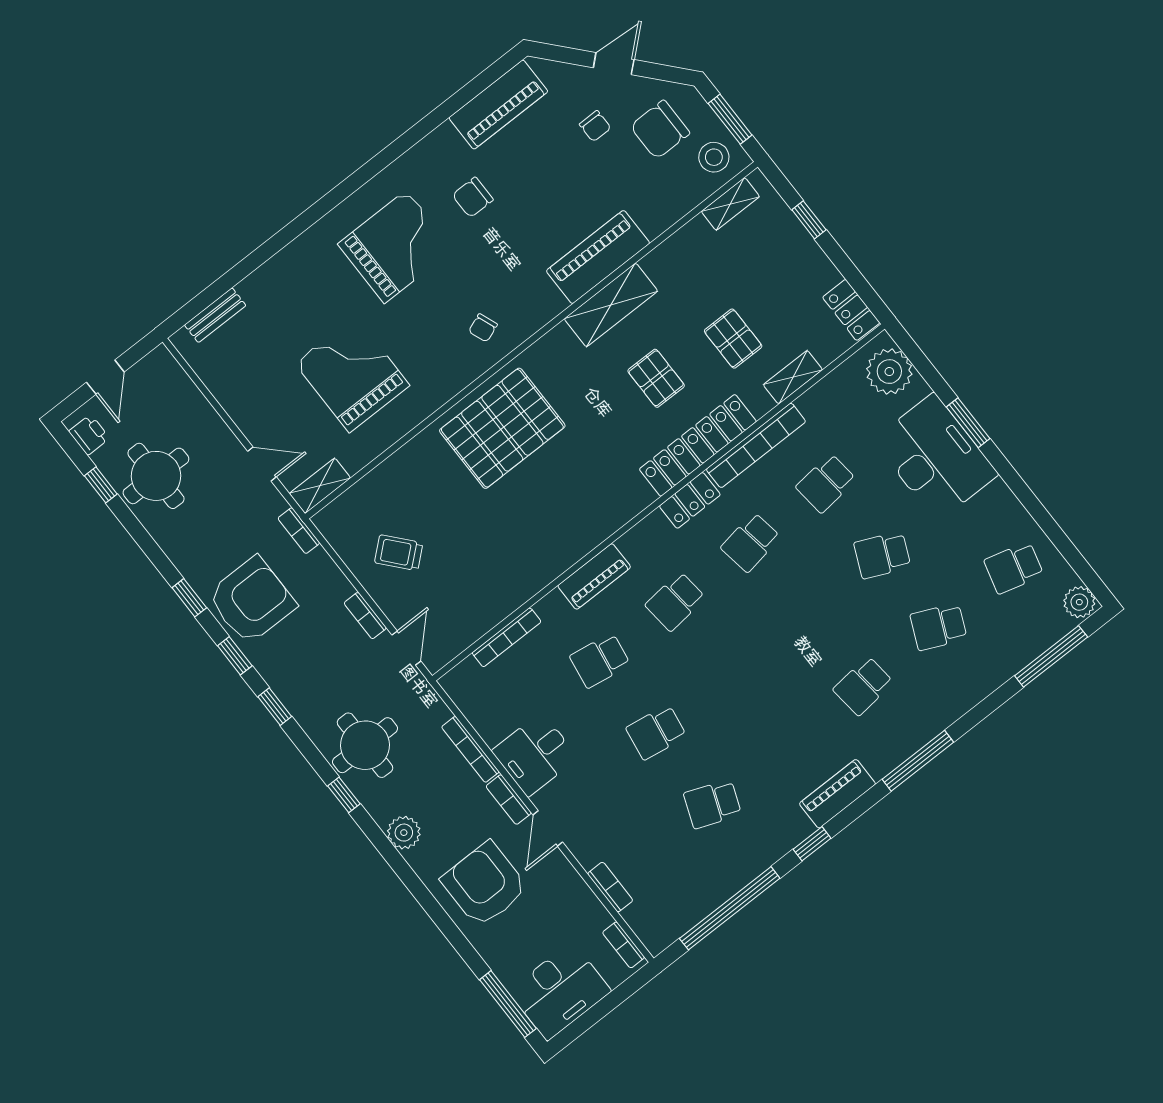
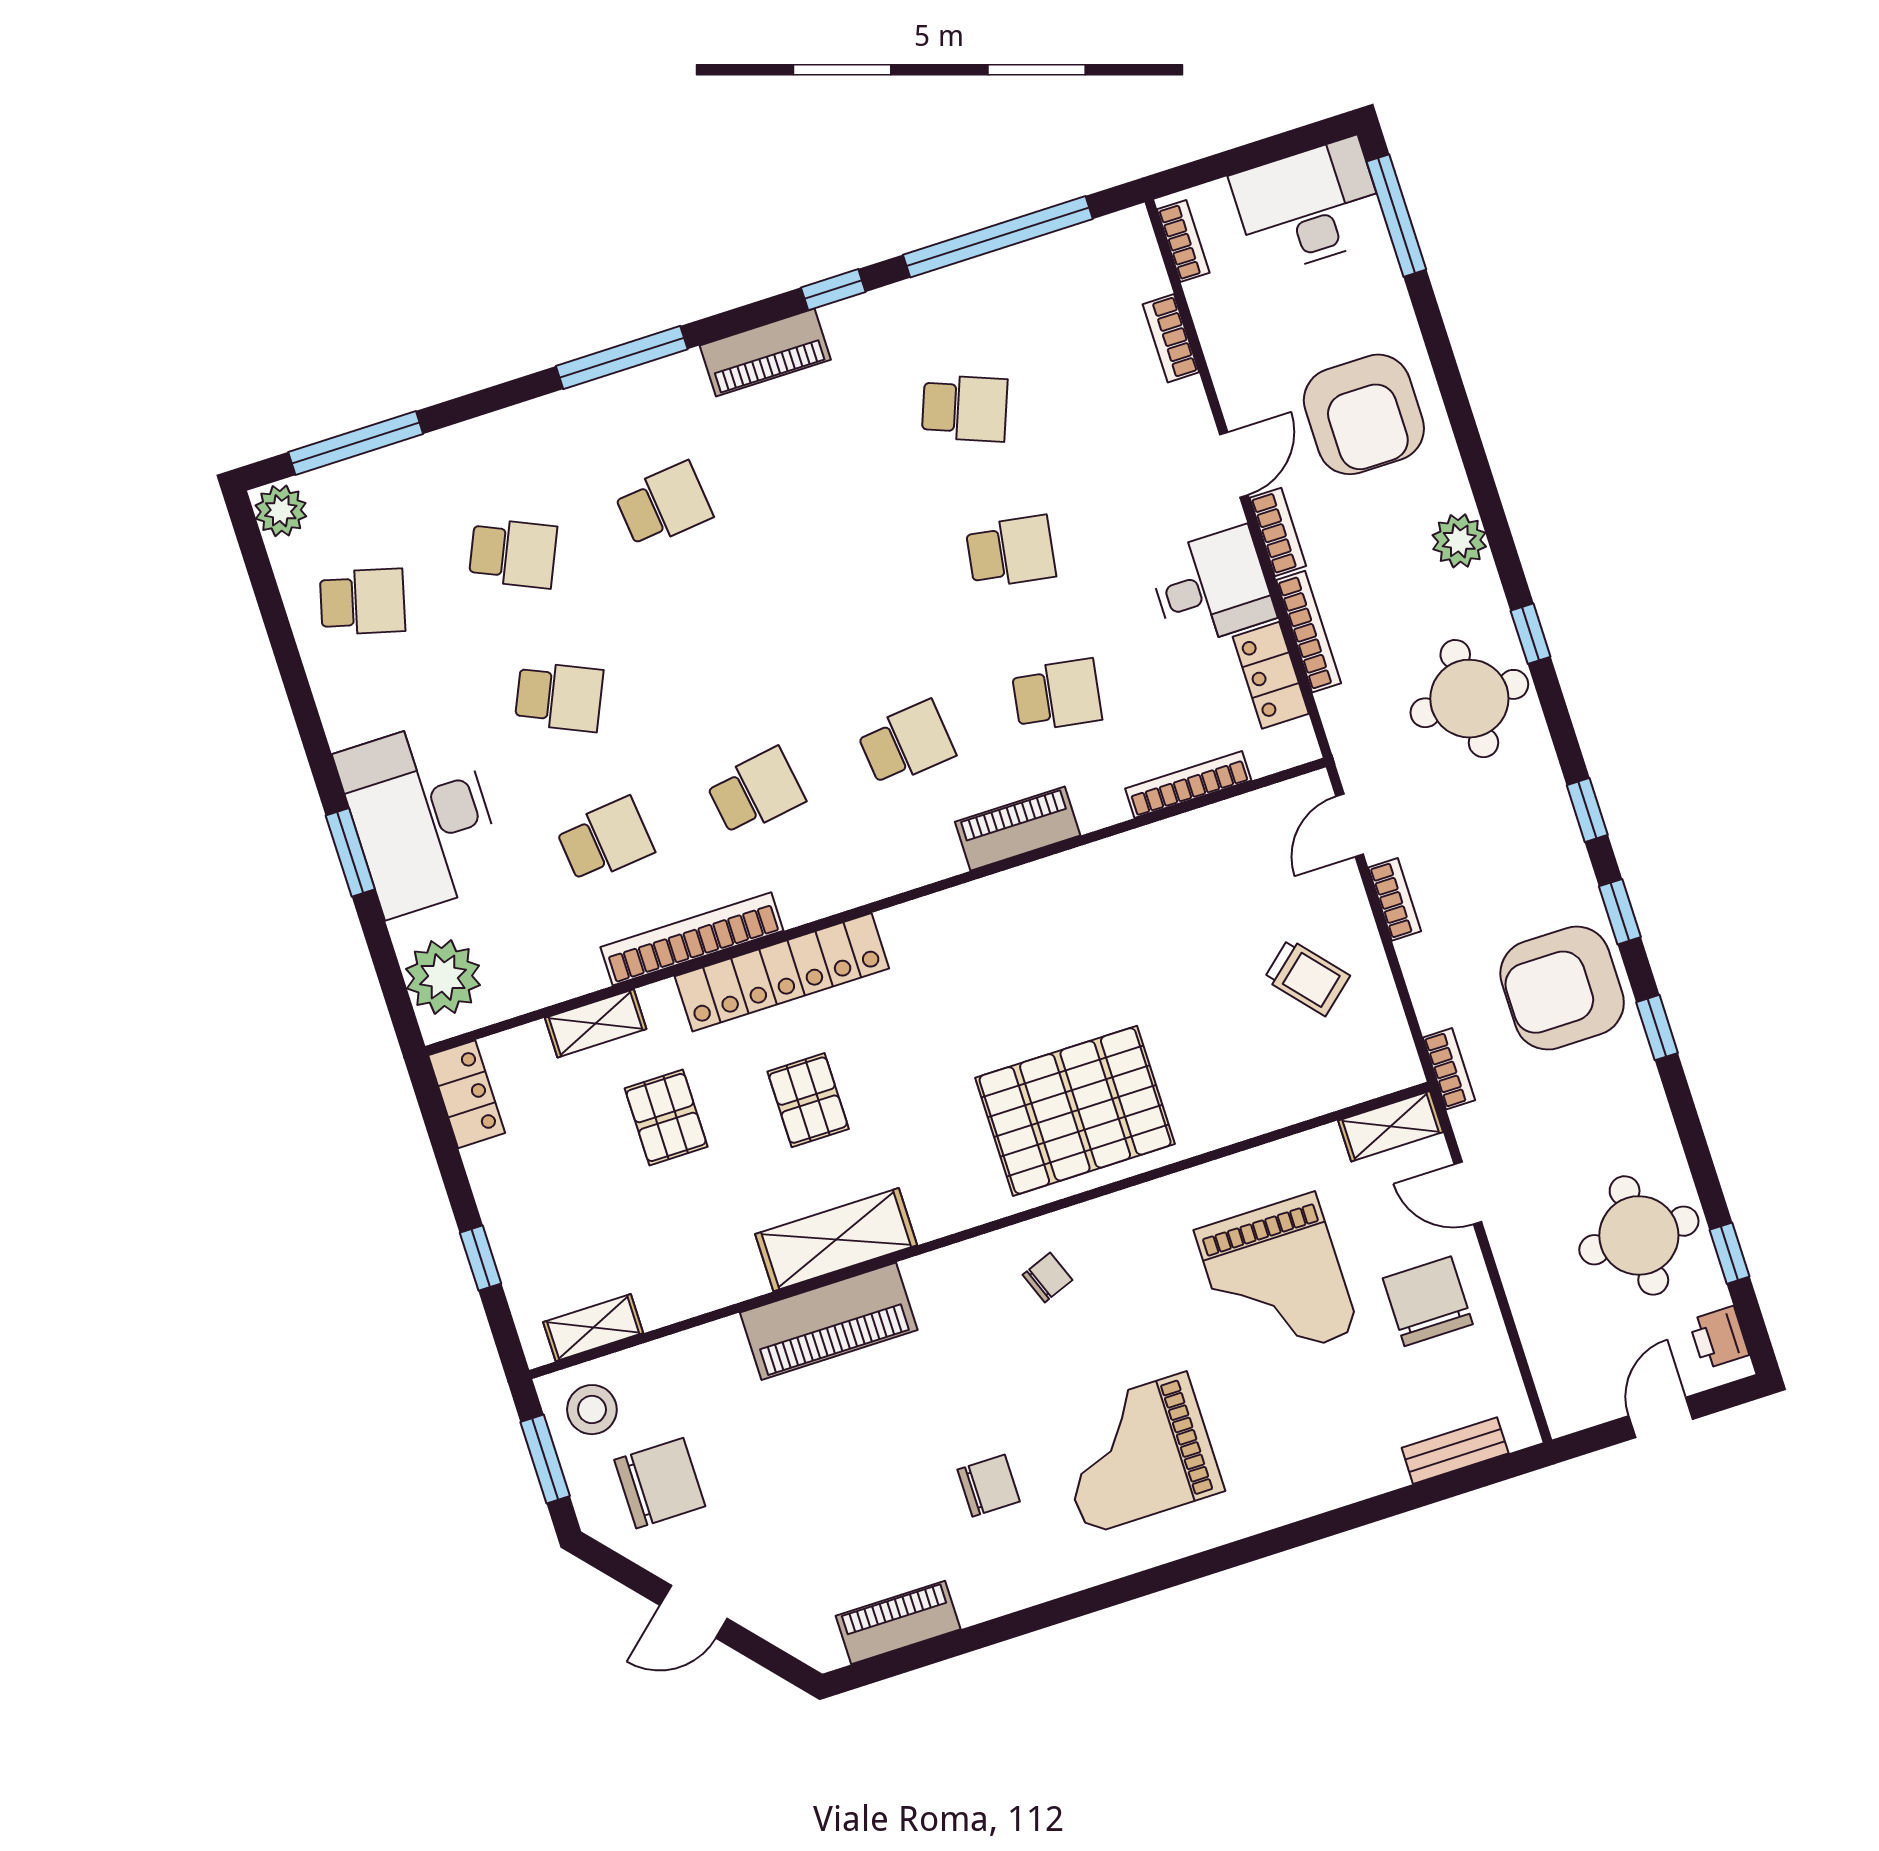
piano: (498, 105) -> (898, 1623), width x0.73, depth x0.75
chair: (595, 126) -> (1428, 1301), moved, width x1.87, depth x1.87
locker: (690, 500) -> (1271, 675), moved, turned -90

